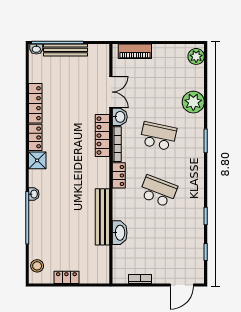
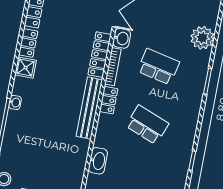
bench: (102, 217) -> (89, 108), moved

